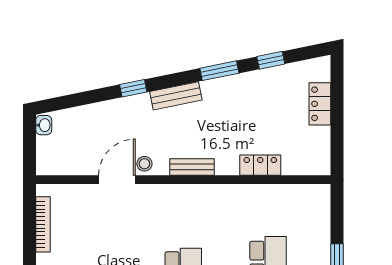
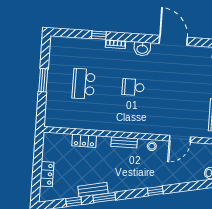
bench: (176, 96) -> (93, 190), moved
door: (117, 180) -> (180, 139), moved

